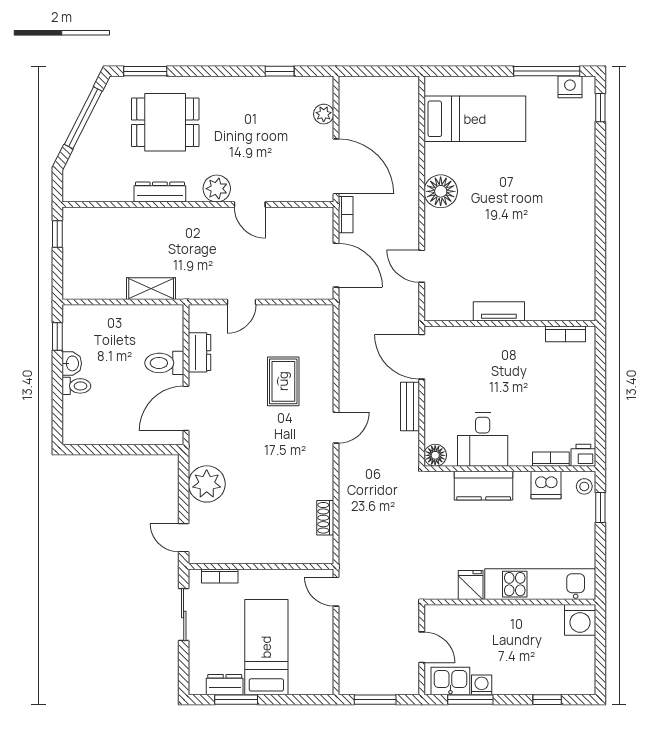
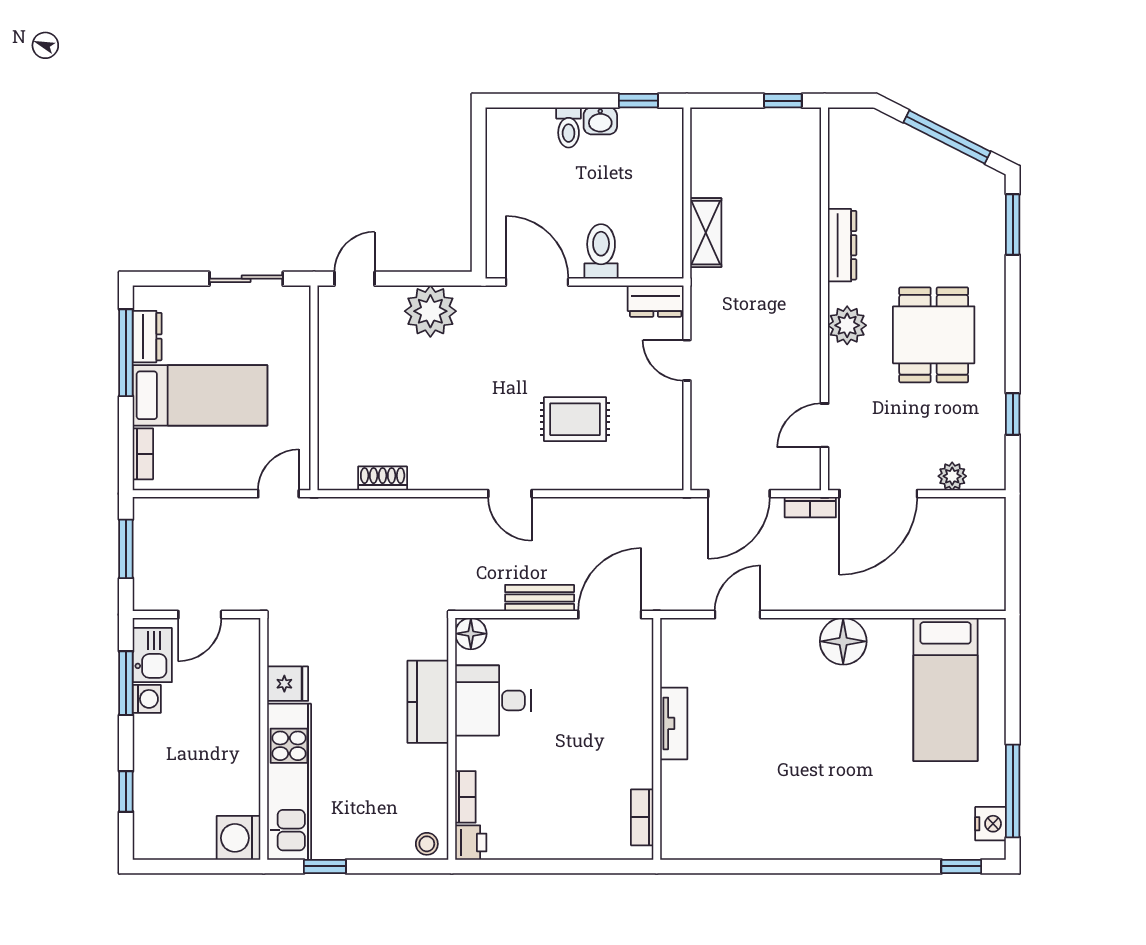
dining table: (165, 122) -> (934, 335), moved
door: (250, 205) -> (825, 425), moved
dresser: (200, 352) -> (656, 301), moved
dishwasher: (546, 485) -> (429, 790), removed
window: (600, 508) -> (325, 866), moved
bookcase: (220, 576) -> (143, 454), moved, turned 180
window: (236, 700) -> (126, 353), width x1.44

